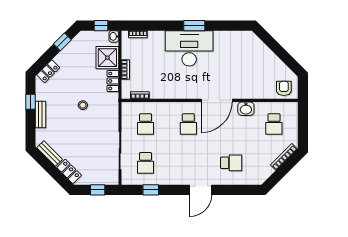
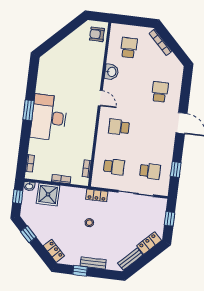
locker: (113, 81) -> (97, 195), moved
door: (217, 100) -> (100, 98), width x0.53
school desk: (188, 124) -> (119, 127), turned 180
school desk: (274, 124) -> (129, 48), turned -90

